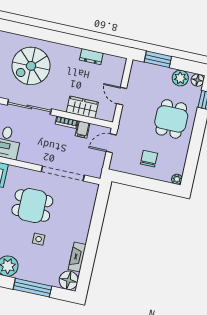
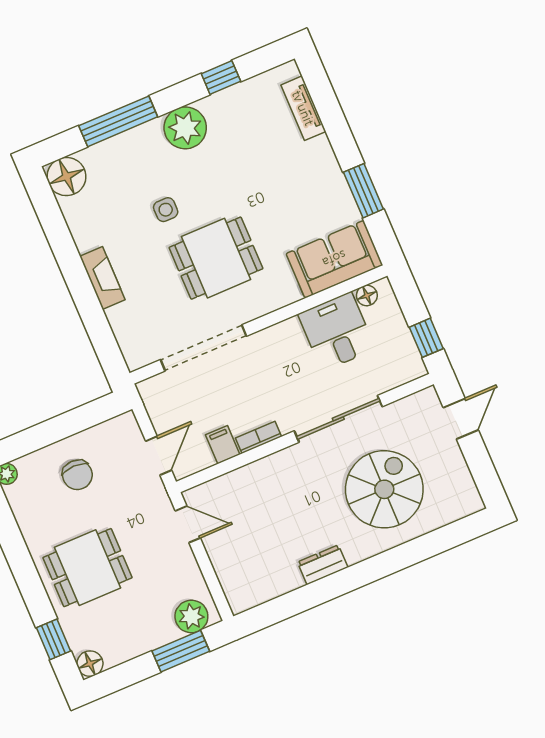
dresser: (91, 57) -> (323, 565), moved
plant: (180, 78) -> (191, 617), moved
door: (122, 96) -> (188, 524), moved
wardrobe: (82, 107) -> (250, 481), removed
dining table: (171, 119) -> (88, 568), turned 90
fireplace: (77, 257) -> (102, 278), moved

